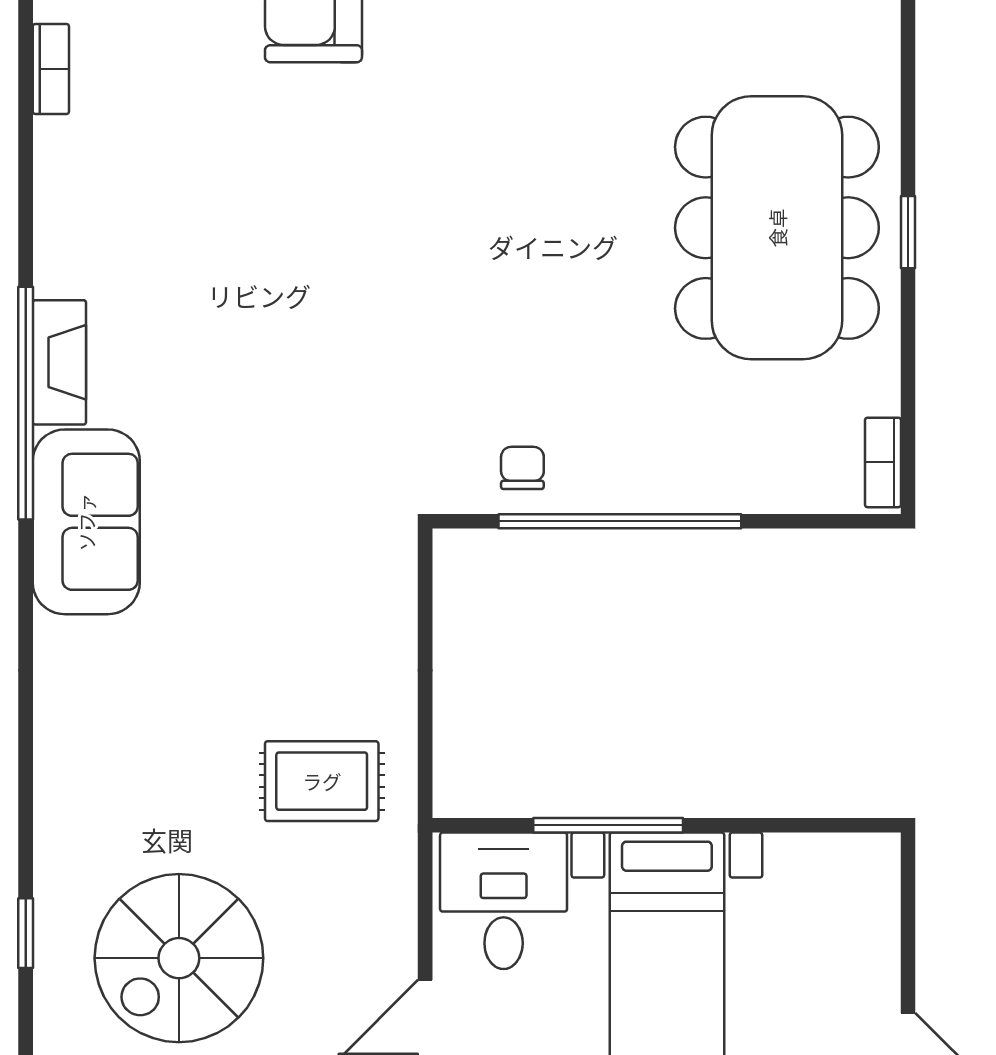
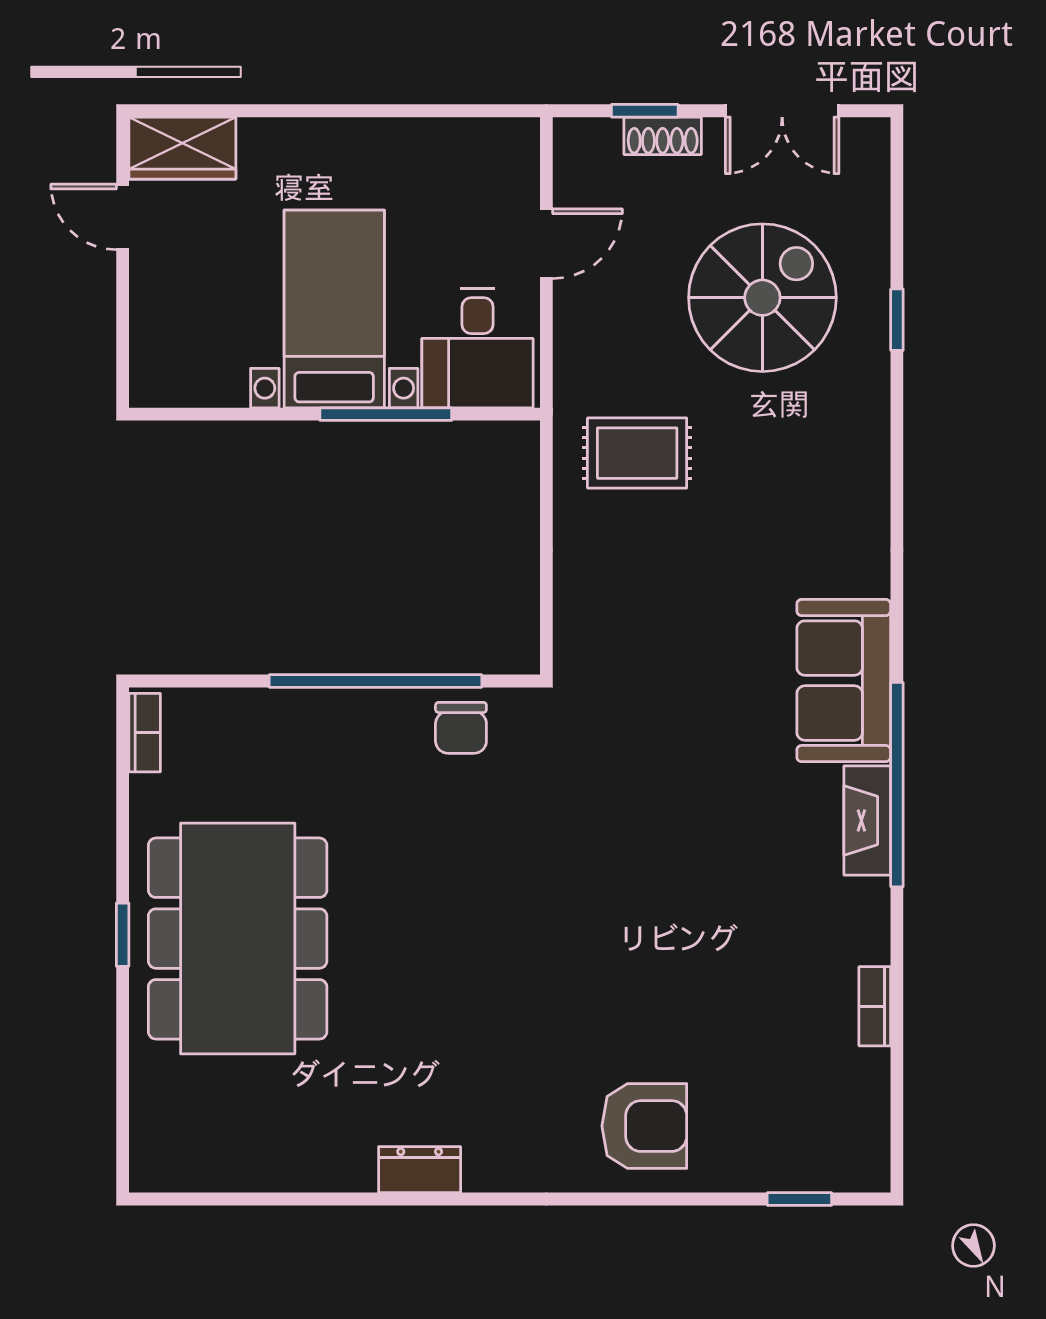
bookcase: (51, 69) -> (875, 1006), moved
chair: (522, 468) -> (461, 728), width x1.37, depth x1.37

